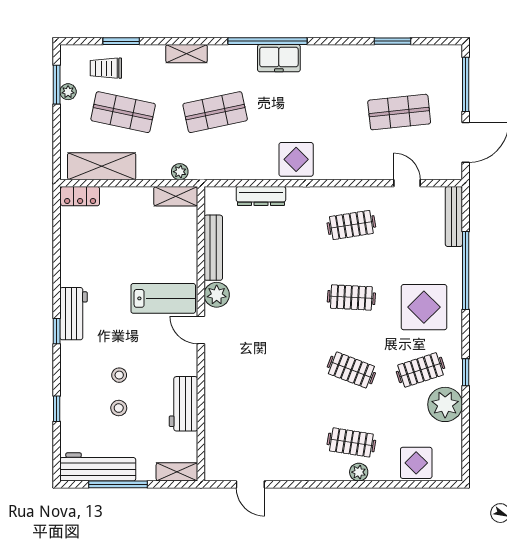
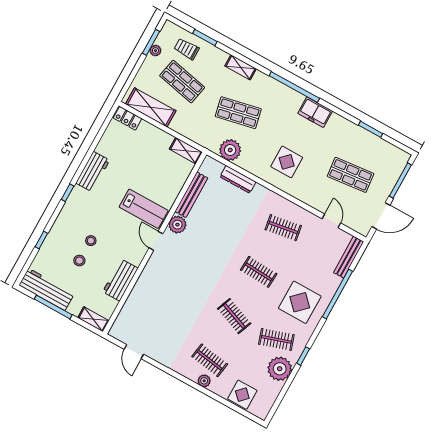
freezer: (279, 58) -> (315, 112), moved
display table: (296, 159) -> (287, 162), moved
plant: (180, 172) -> (230, 150), moved, width x1.87, depth x1.87
workbench: (73, 314) -> (93, 172), moved

